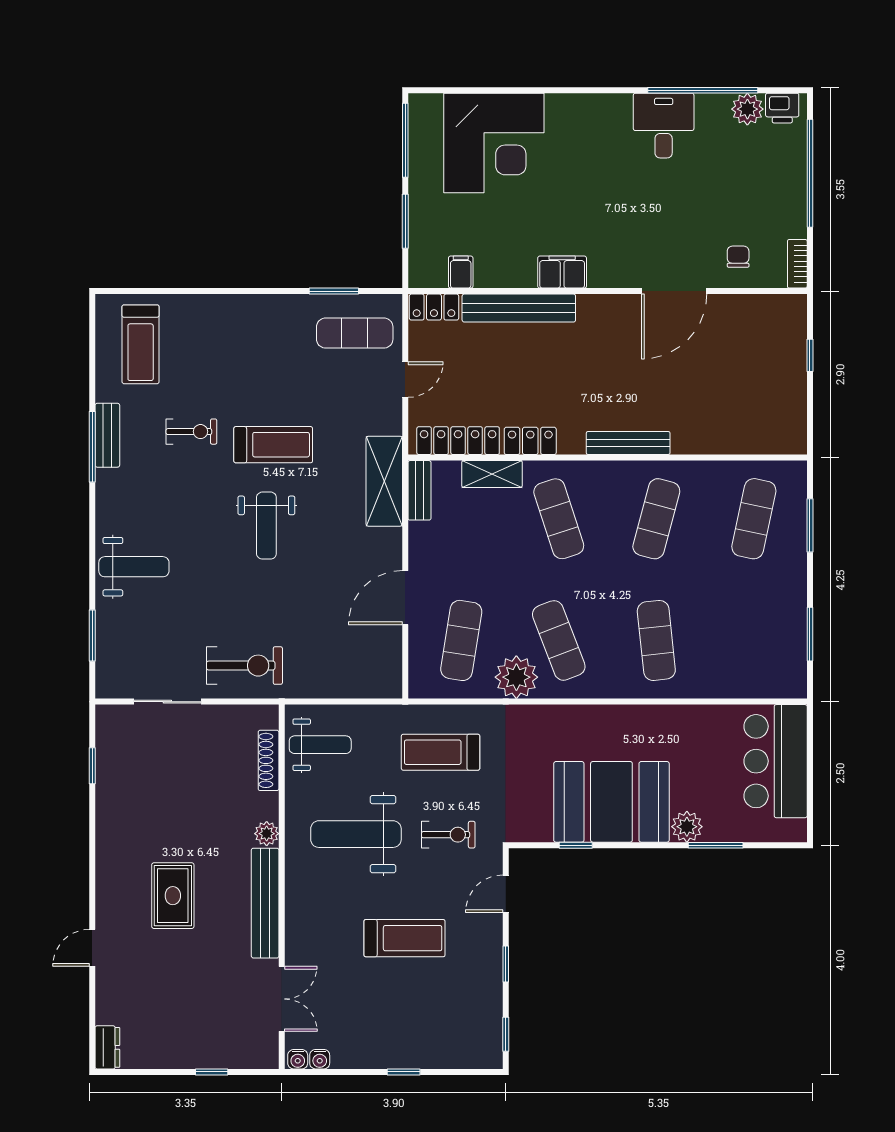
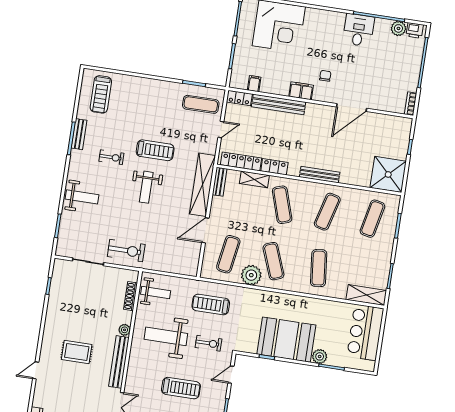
chair: (738, 257) -> (325, 76), moved
shower: (773, 421) -> (388, 174), added
exercise bike: (191, 432) -> (111, 157), moved
shelving: (384, 481) -> (202, 185), width x1.47
shelving: (766, 682) -> (366, 295), added
rug: (173, 896) -> (77, 352), turned 90

